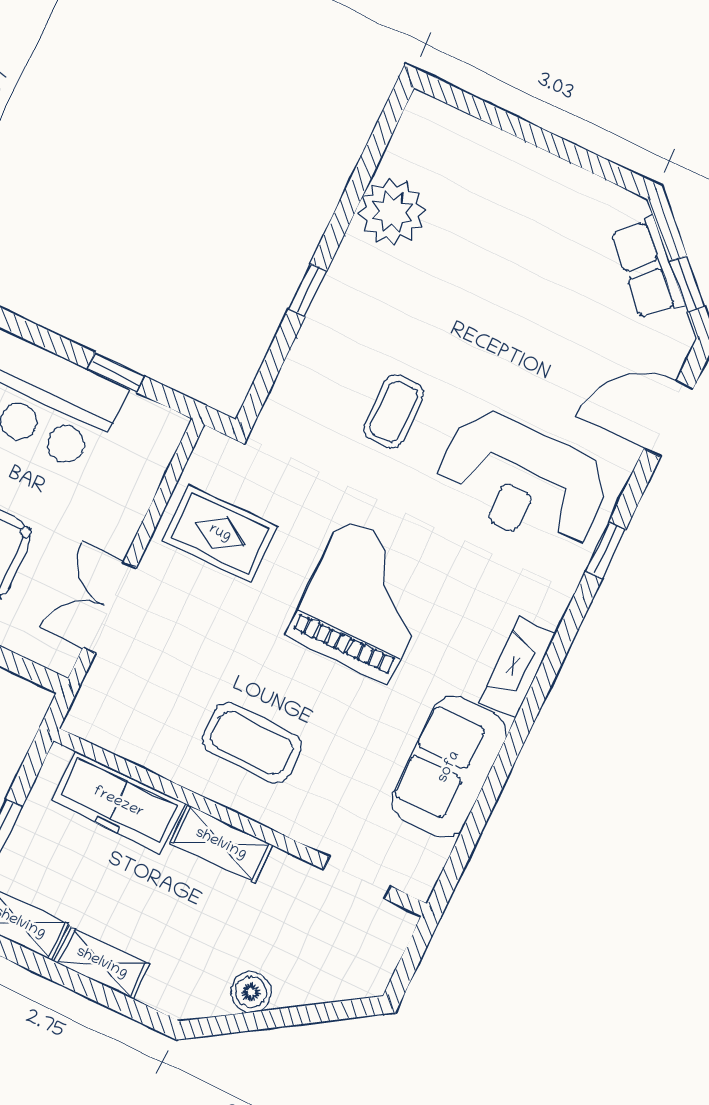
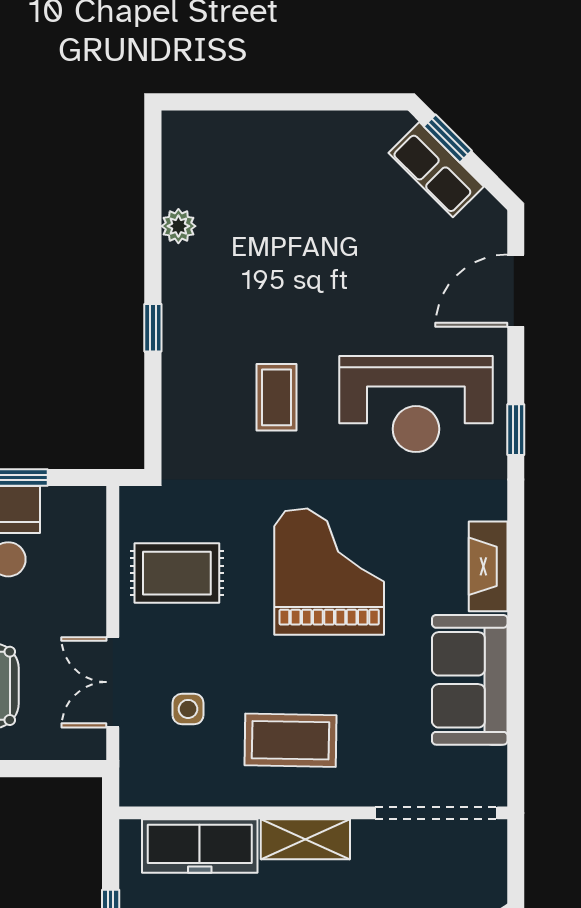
plant: (392, 212) -> (178, 226), width x0.53, depth x0.53
window: (687, 284) -> (448, 139), moved
side table: (169, 667) -> (188, 709), added
doorway: (357, 878) -> (436, 813), width x1.87

